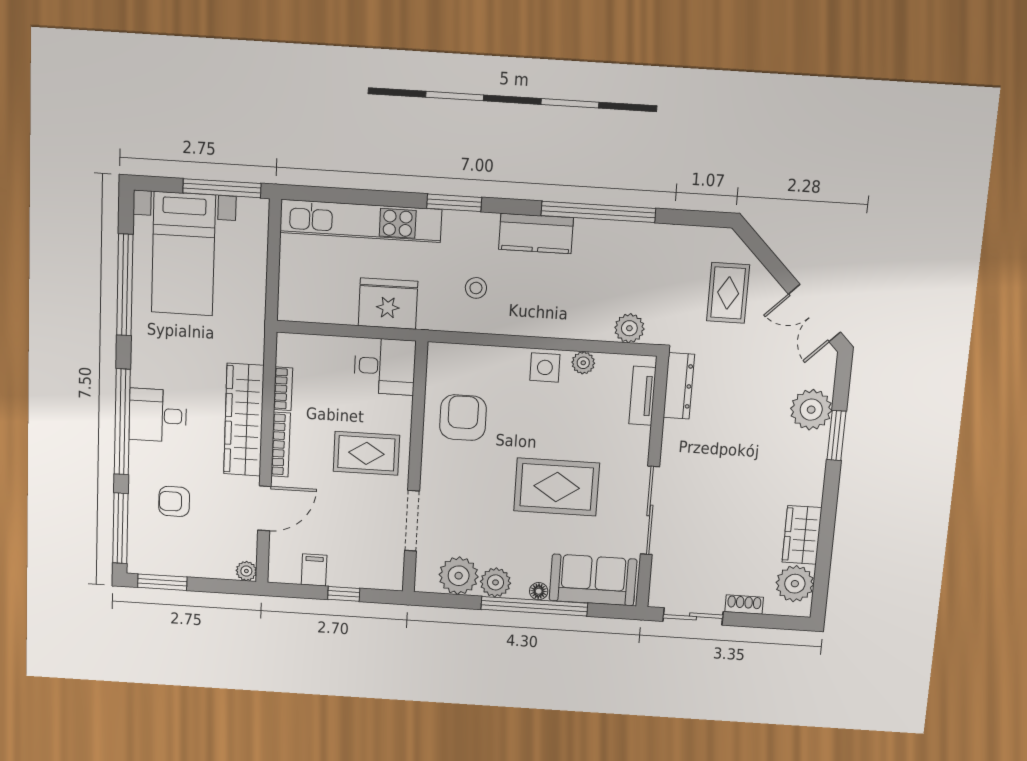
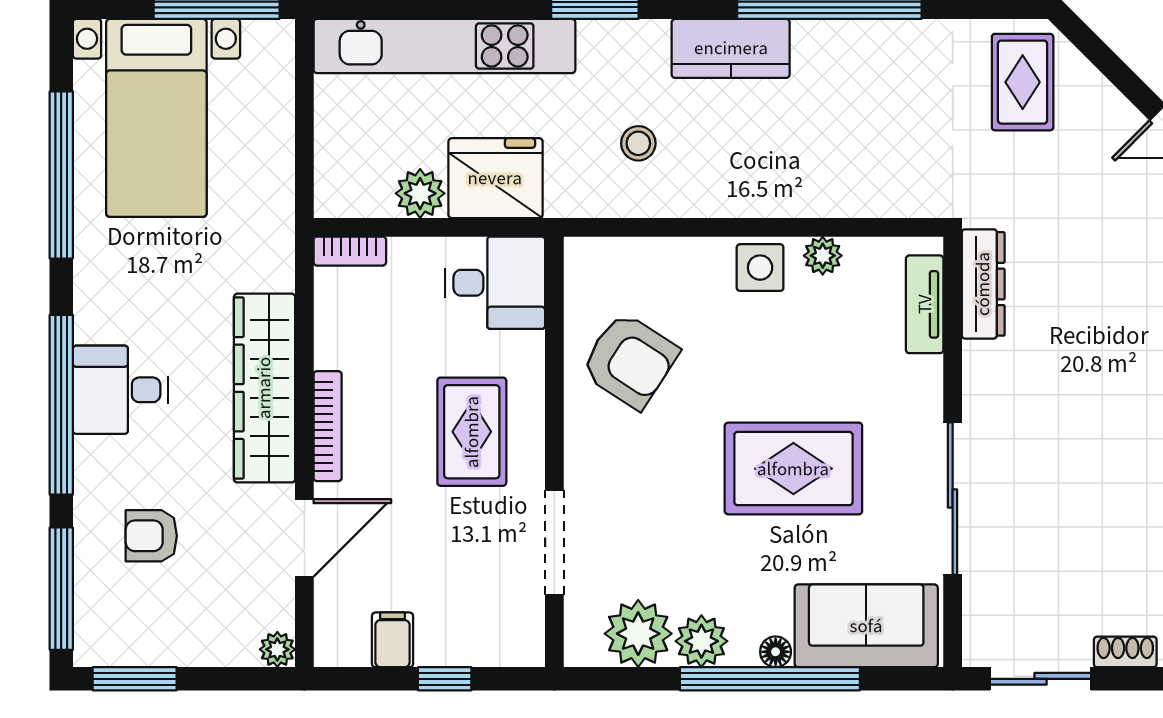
rug: (728, 293) -> (1023, 82), moved
plant: (629, 328) -> (420, 193), moved
bookcase: (283, 389) -> (350, 251), moved, turned 90
armchair: (463, 418) -> (630, 361), turned 123
rug: (366, 453) -> (472, 432), turned 90

